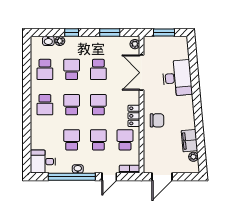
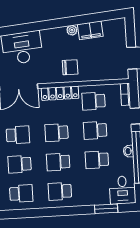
school desk: (45, 105) -> (60, 191), turned 180
locker: (134, 116) -> (60, 93), width x1.53
chair: (157, 120) -> (70, 67), turned 90
window: (27, 146) -> (106, 209), added
plant: (193, 157) -> (72, 30), moved

